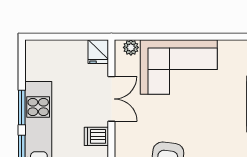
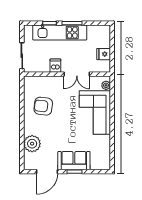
fridge: (98, 52) -> (104, 54), moved

